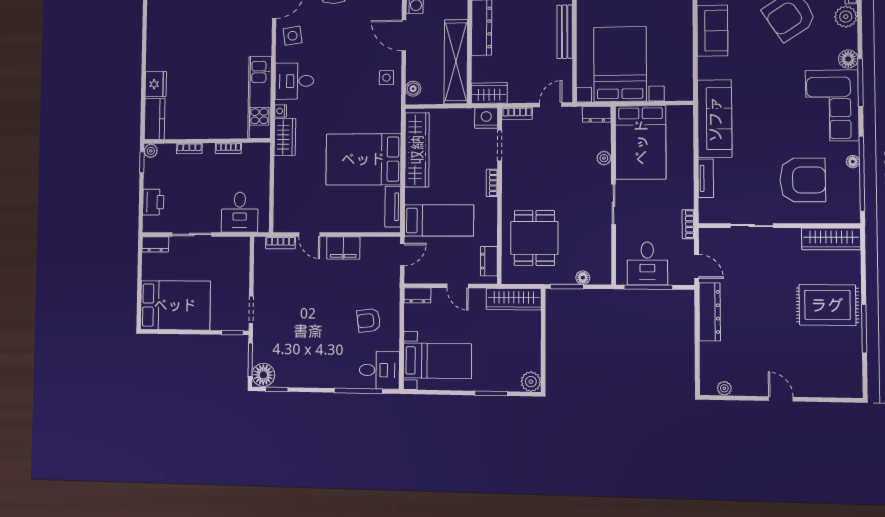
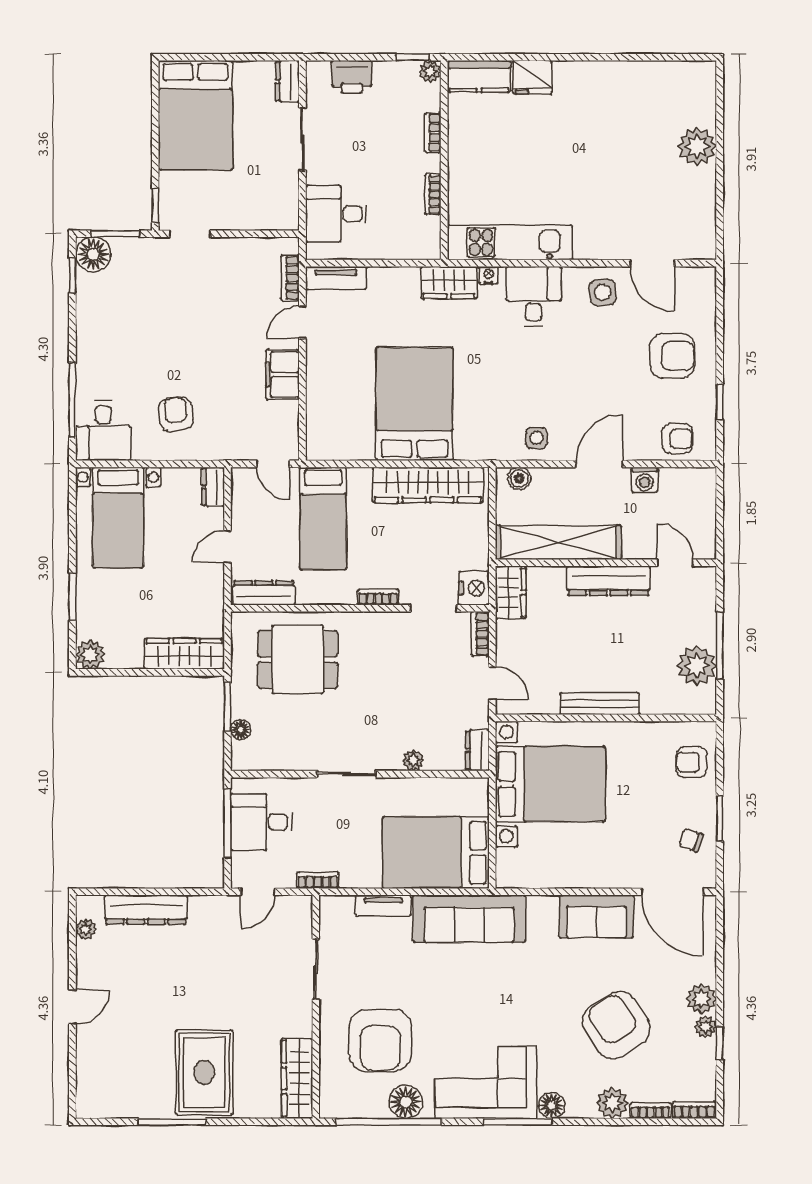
bed: (641, 142) -> (436, 853), moved
floor lamp: (853, 162) -> (406, 1102), width x1.89, depth x1.89
tv unit: (393, 207) -> (336, 278), moved, turned 180
dresser: (489, 261) -> (264, 593), width x1.44
wardrobe: (514, 299) -> (184, 654), moved, turned 90
dresser: (710, 312) -> (146, 910), moved

